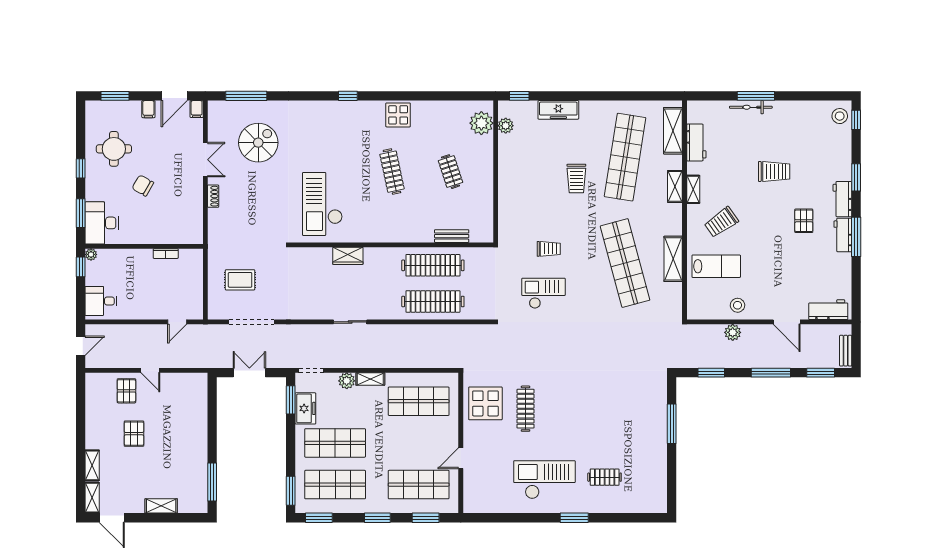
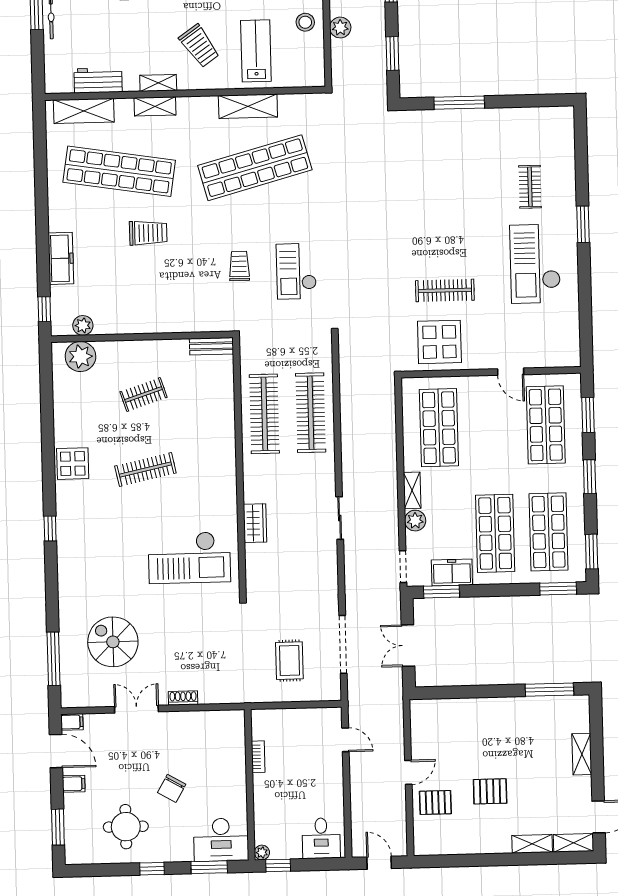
bench: (452, 236) -> (212, 346), moved, turned 90

